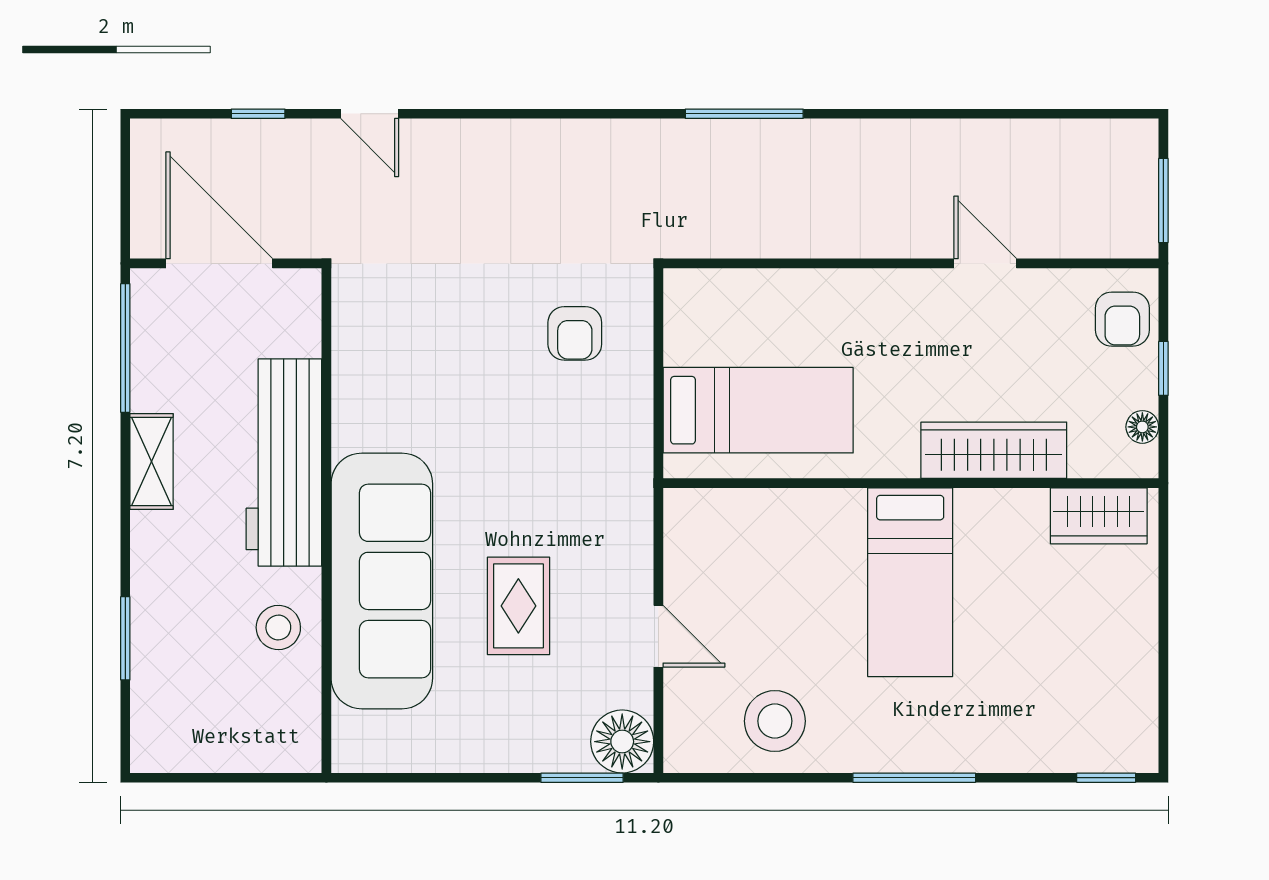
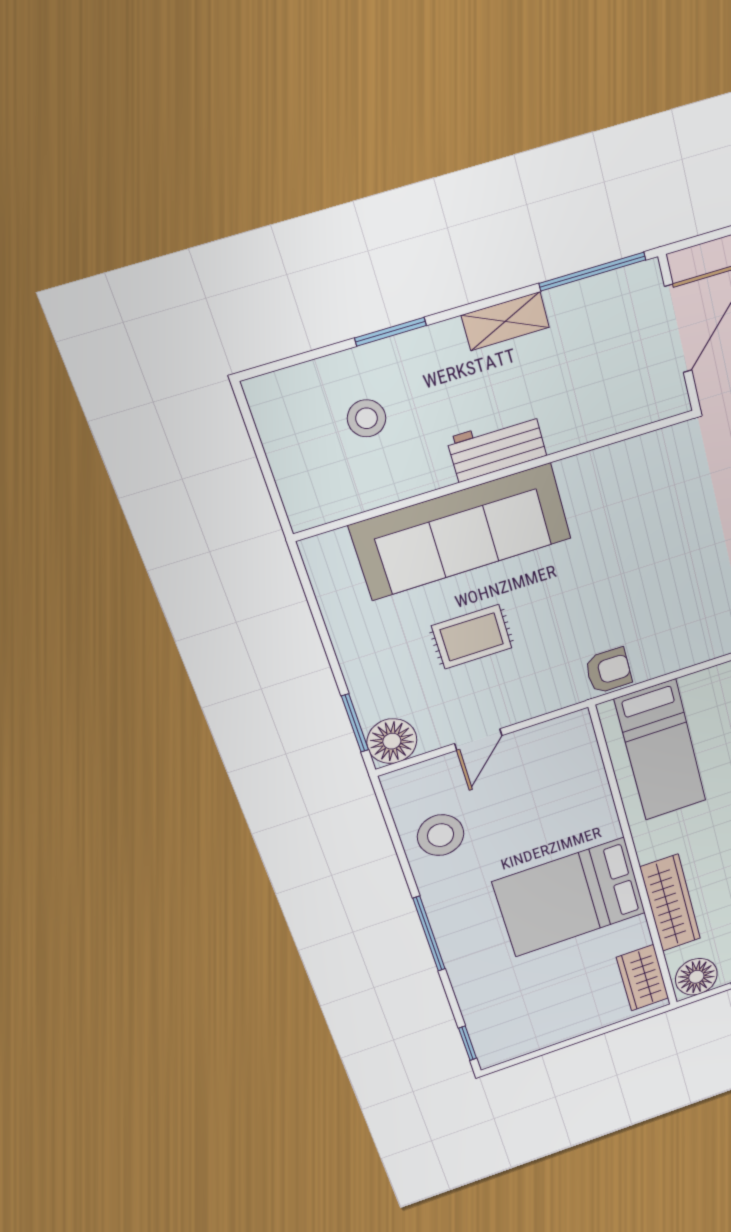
armchair: (575, 333) -> (608, 671), moved, turned 180
floor lamp: (1142, 427) -> (696, 977), width x1.89, depth x1.89
workbench: (284, 463) -> (497, 447), width x0.53, depth x0.76
bed: (910, 582) -> (570, 897), width x1.50
stool: (278, 627) -> (367, 418), moved
window: (125, 638) -> (390, 332), moved

